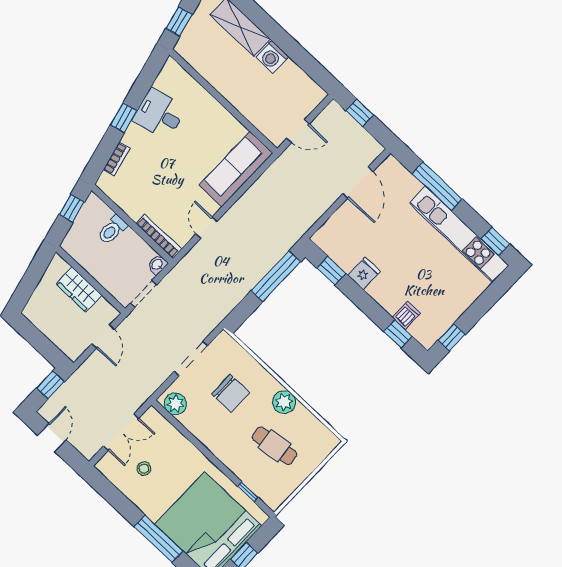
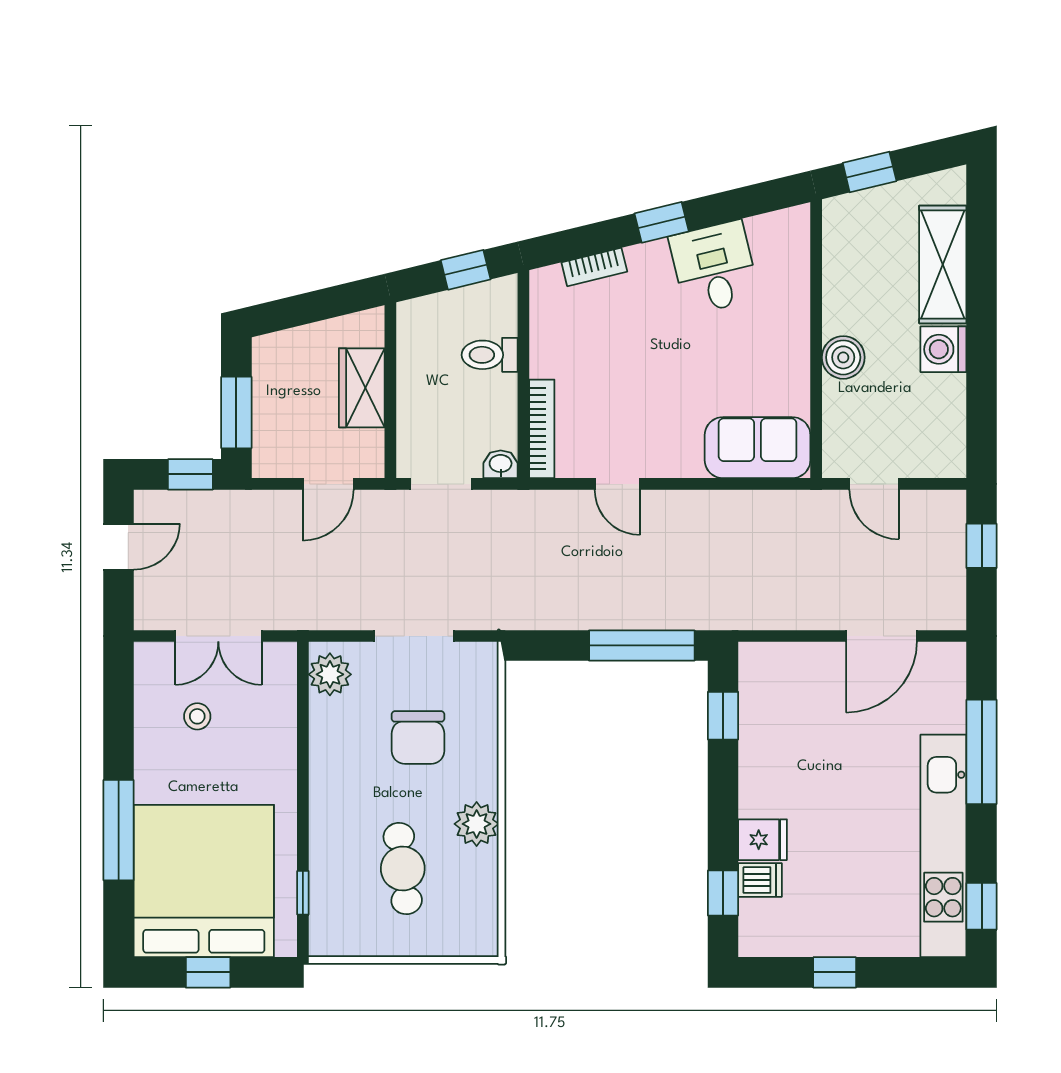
boiler: (239, 98) -> (843, 357), added
sofa: (236, 169) -> (758, 448), width x0.73
door: (206, 228) -> (617, 484), swing flipped
fridge: (364, 273) -> (763, 840), moved
window: (452, 337) -> (835, 972), moved
window: (44, 345) -> (236, 412), added

